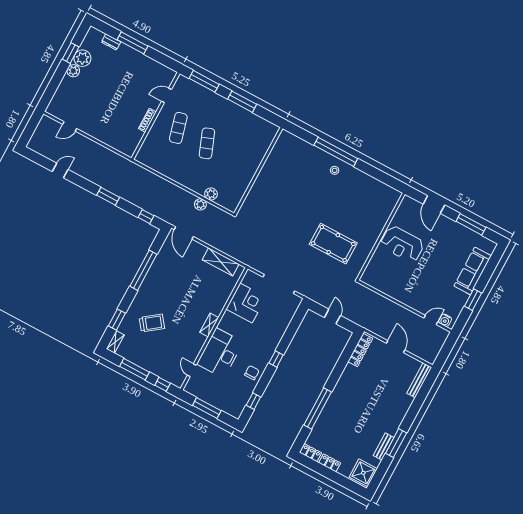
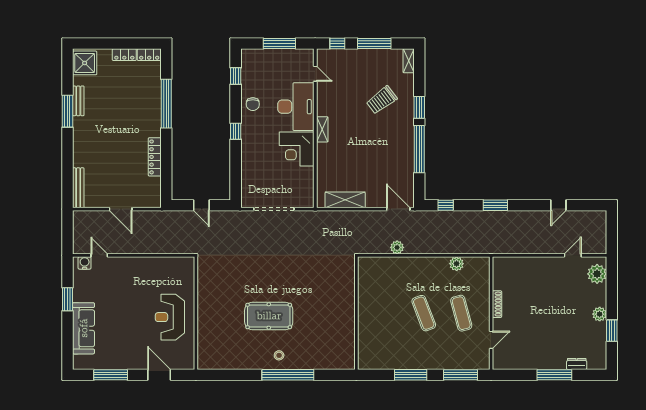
plant: (82, 58) -> (597, 274), moved
plant: (211, 194) -> (457, 264), moved
pool table: (333, 244) -> (269, 316), moved
reception desk: (402, 244) -> (170, 317), turned -90
corner desk: (246, 303) -> (297, 149), moved
window: (117, 320) -> (419, 107), moved
door: (431, 320) -> (99, 255), swing flipped
locker: (360, 350) -> (155, 157), moved

